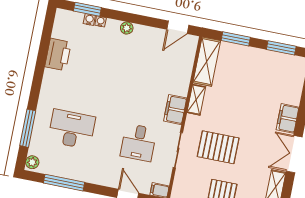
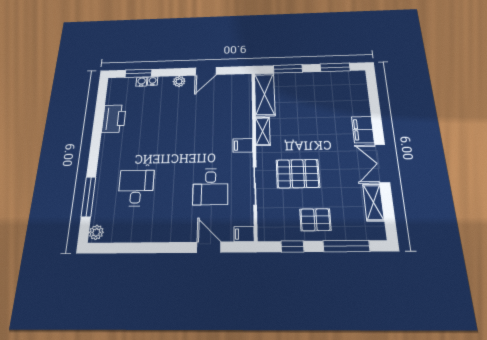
door: (178, 27) -> (206, 71), moved
filing cabinet: (175, 110) -> (243, 145), width x0.50
desk: (72, 129) -> (136, 188), width x0.73
window: (64, 183) -> (134, 248), removed

